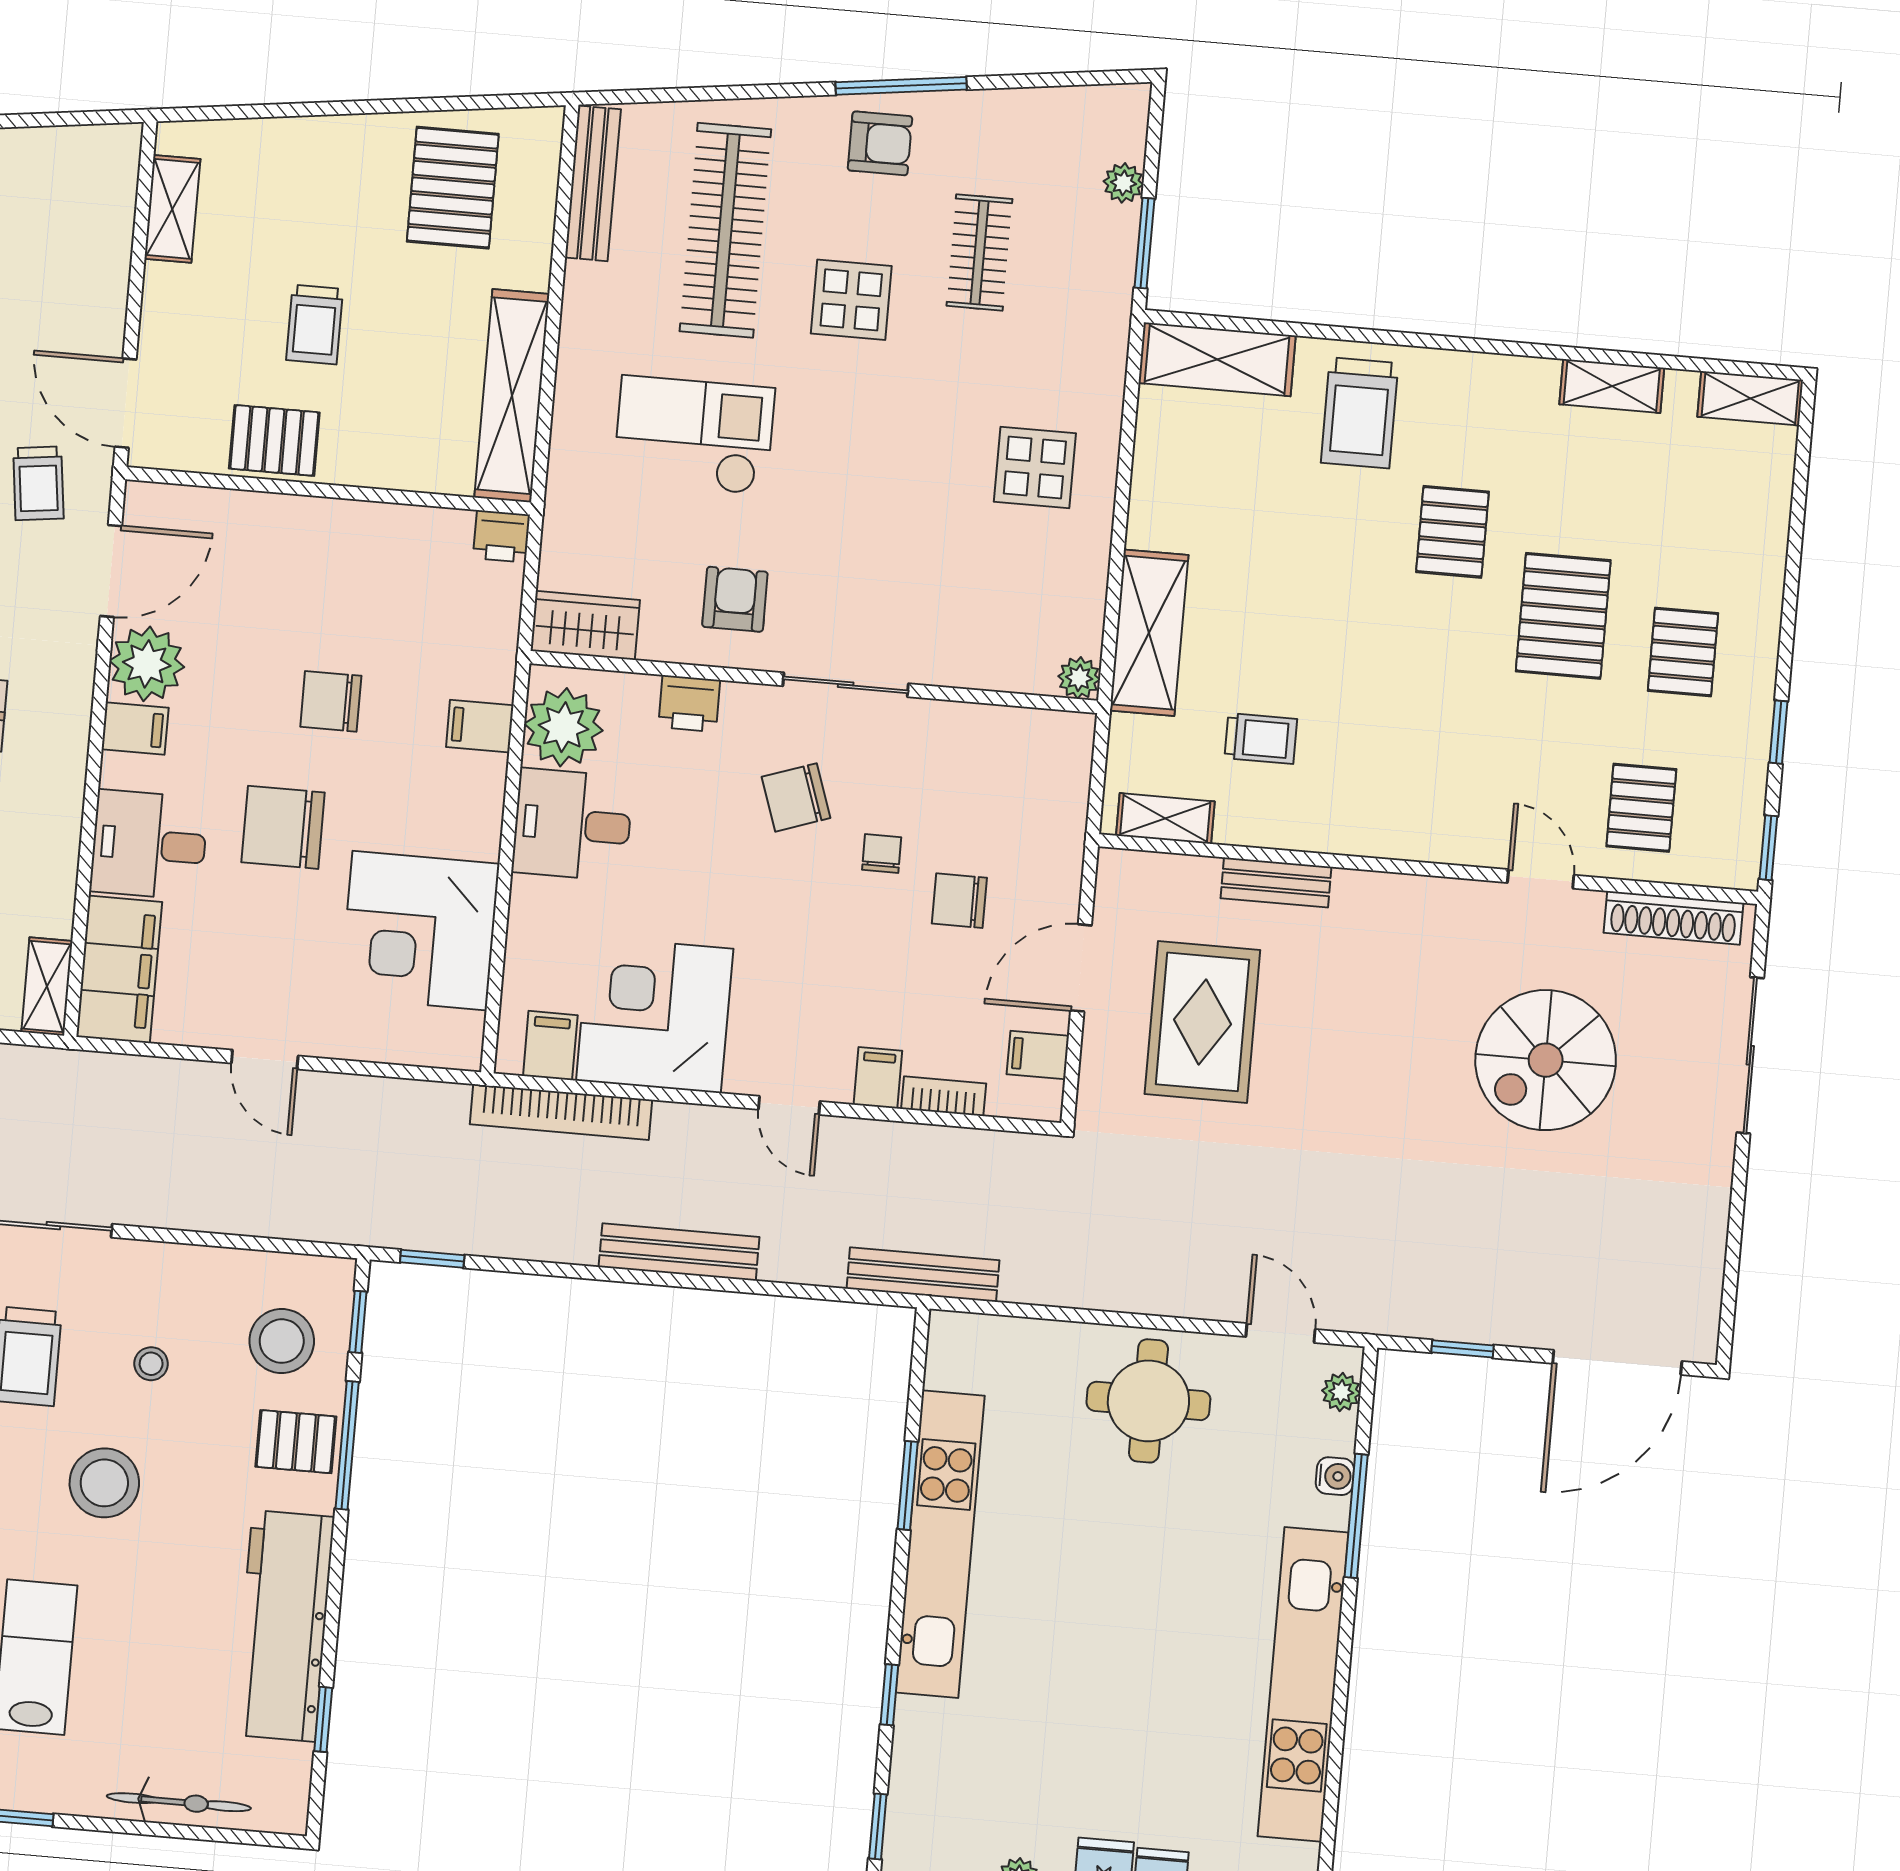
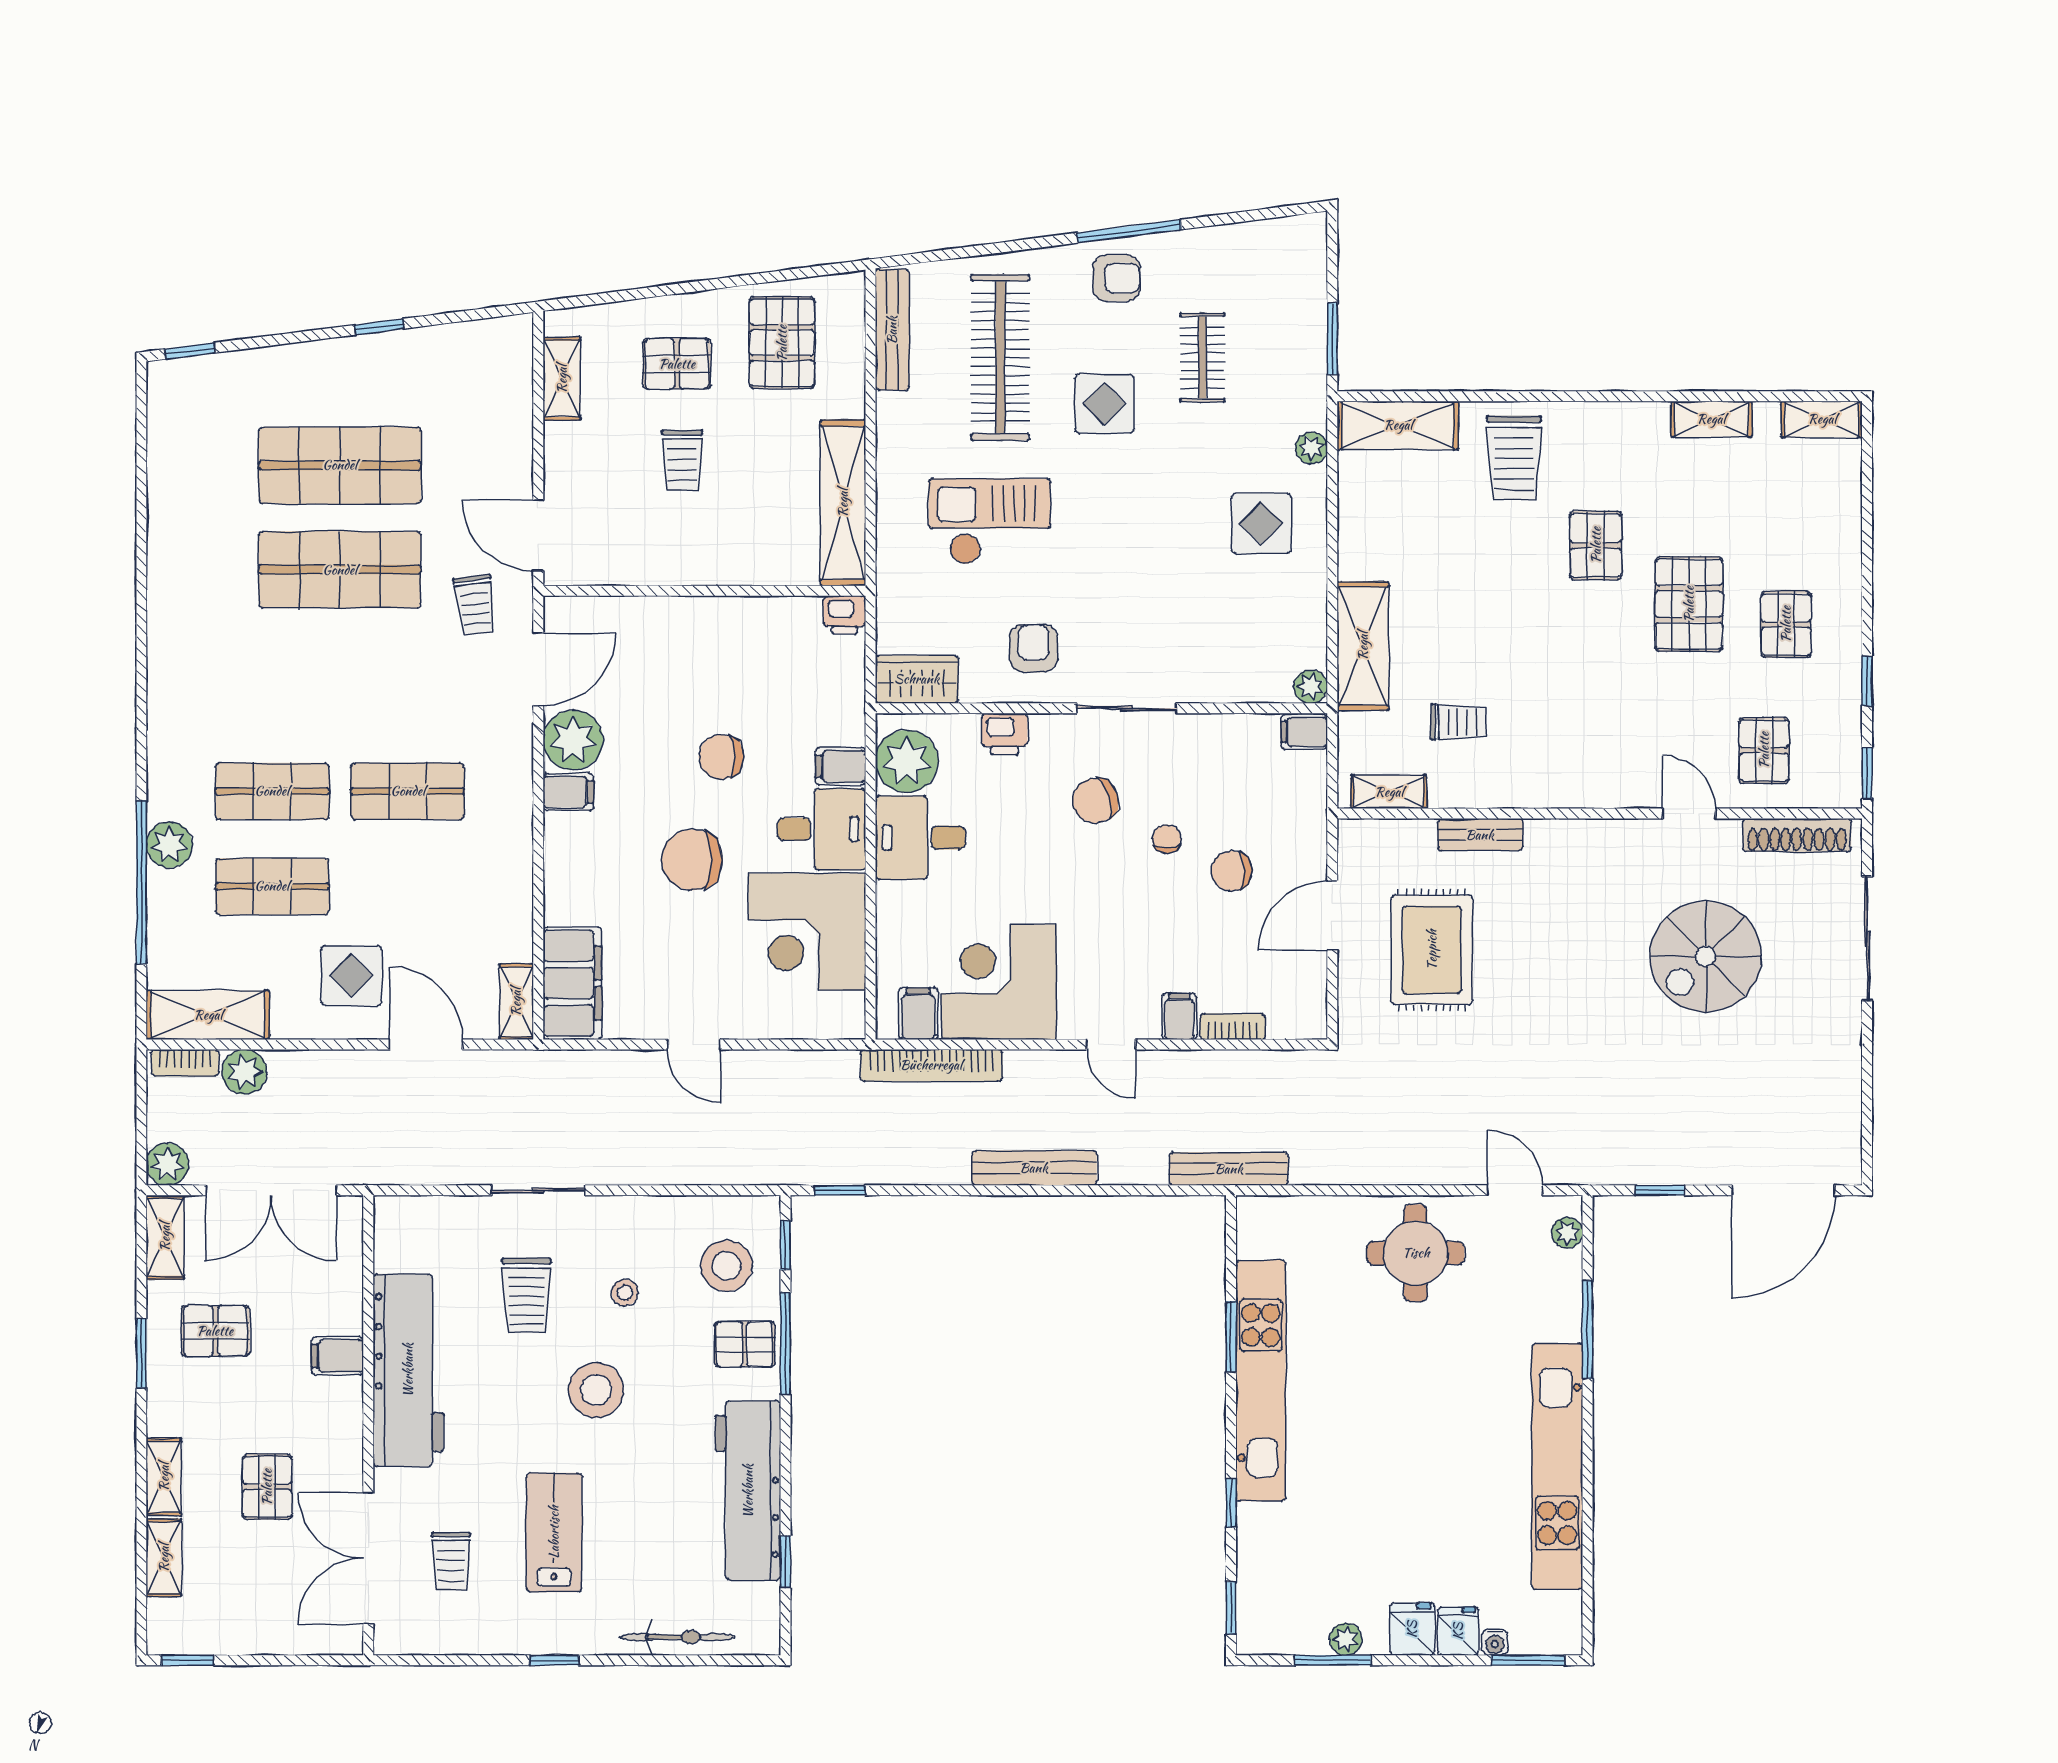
plant: (1123, 183) -> (1312, 448), moved
pallet: (274, 440) -> (677, 364), moved
desk: (149, 845) -> (822, 829), moved, turned 180
filing cabinet: (1038, 1055) -> (1304, 732), moved
water cooler: (1335, 1476) -> (1568, 1300), removed

